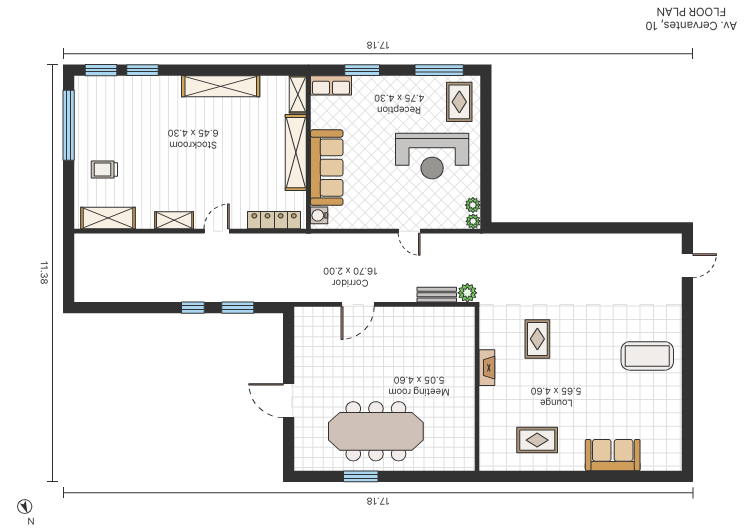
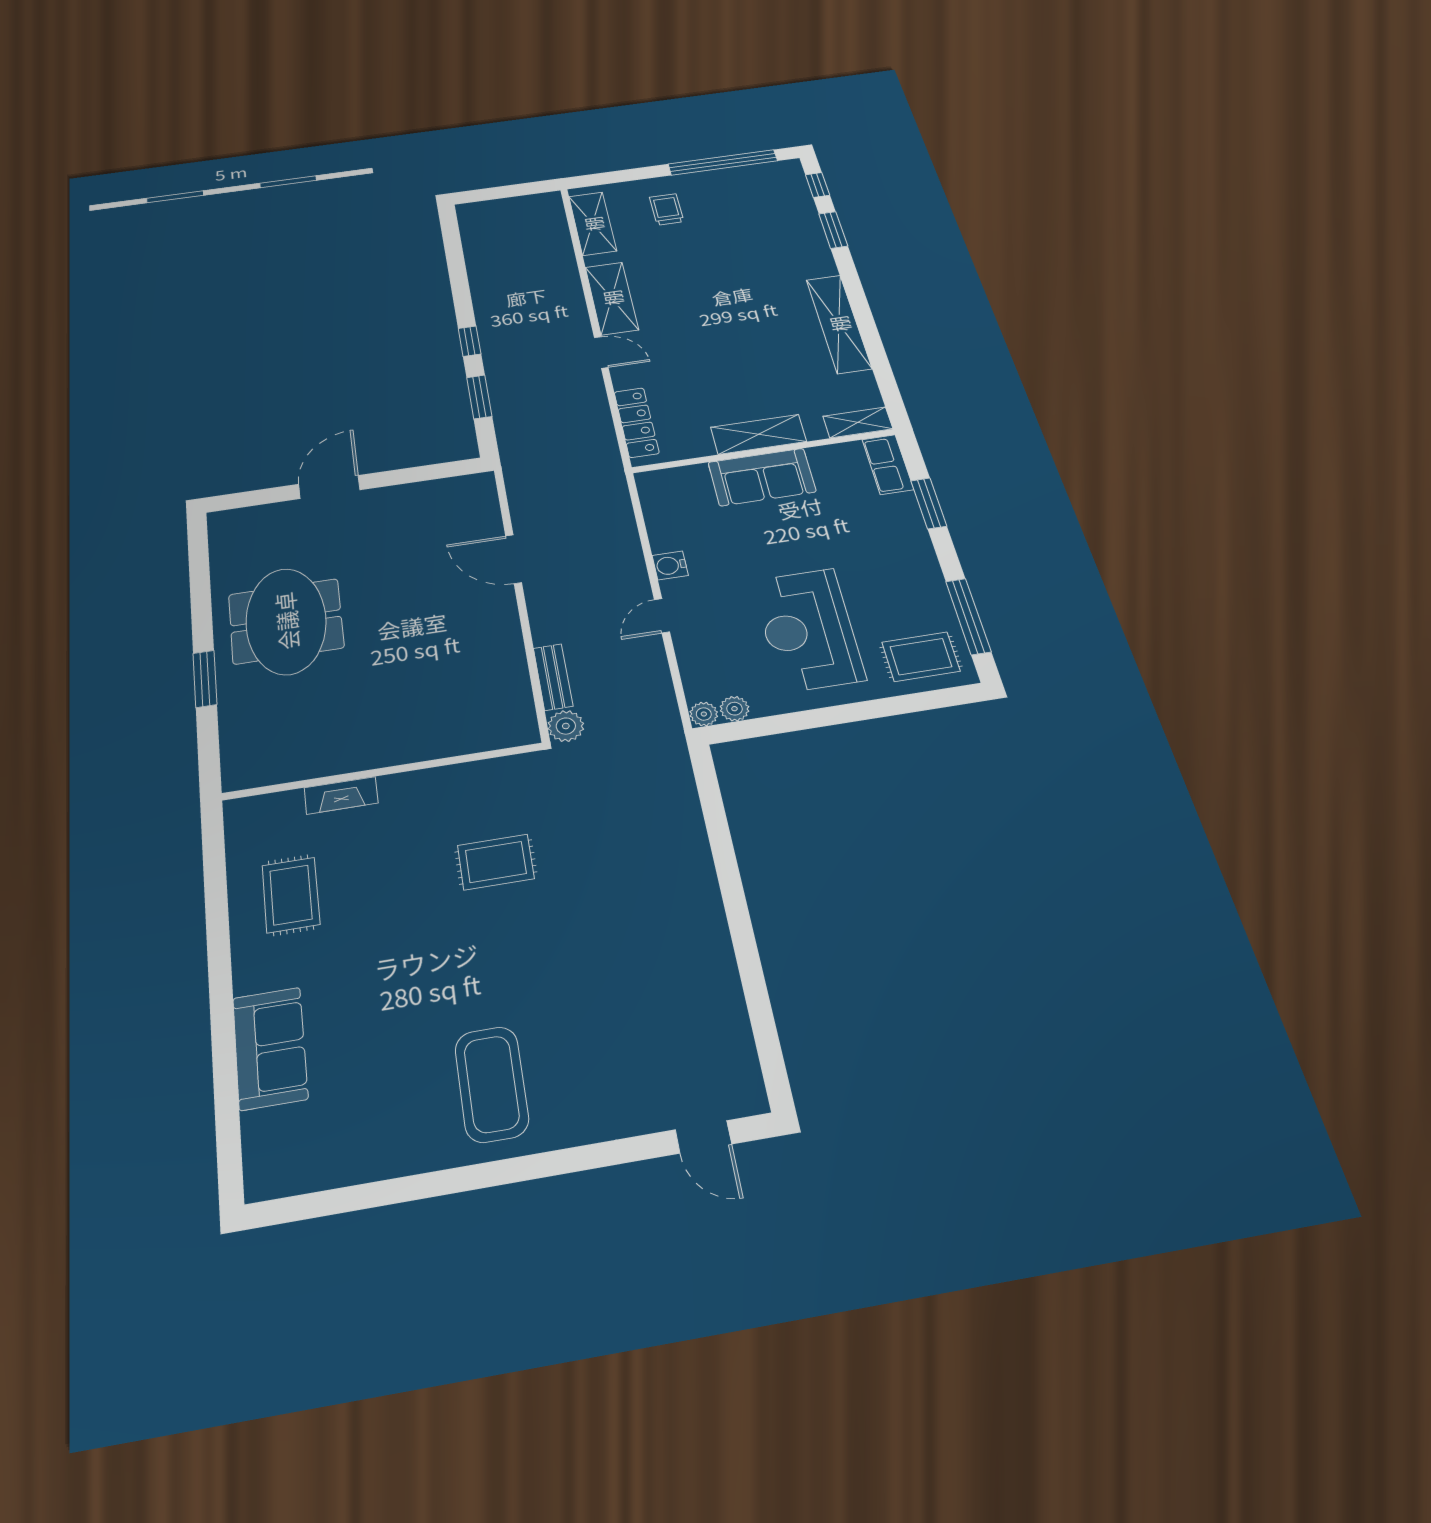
window: (101, 70) -> (818, 185), width x0.67
shelving: (296, 153) -> (758, 434), width x0.68
sofa: (327, 168) -> (762, 477), width x0.73
water cooler: (319, 215) -> (670, 565), moved, turned -90
shelving: (174, 220) -> (612, 298), width x1.50, depth x1.33
fireplace: (487, 368) -> (341, 795), moved
meeting table: (376, 431) -> (286, 621), width x0.73
window: (361, 476) -> (205, 679), moved

